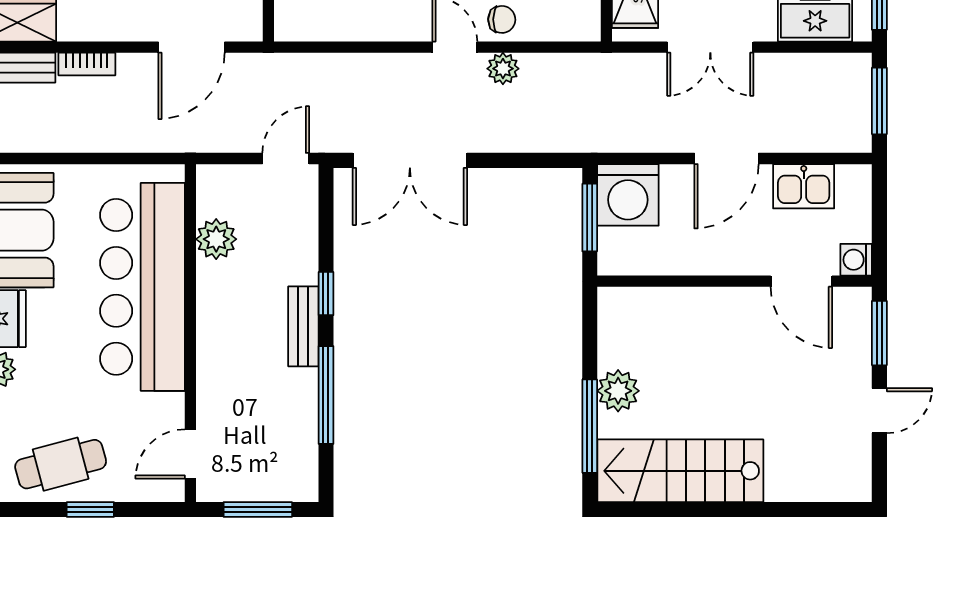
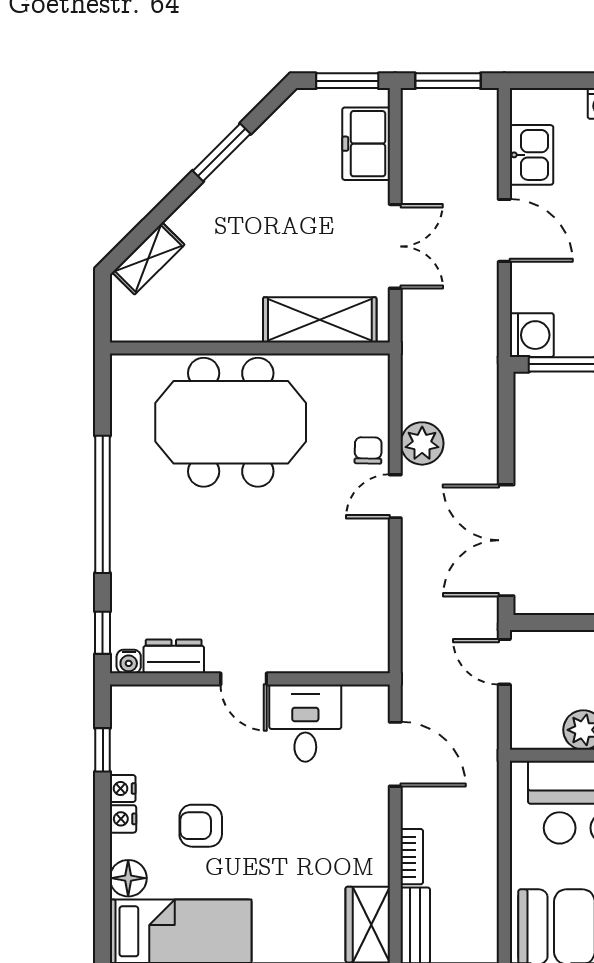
plant: (503, 69) -> (422, 443), width x1.38, depth x1.38
double door: (410, 160) -> (506, 540), swing flipped
washing machine: (628, 195) -> (532, 335), width x0.73, depth x0.73

